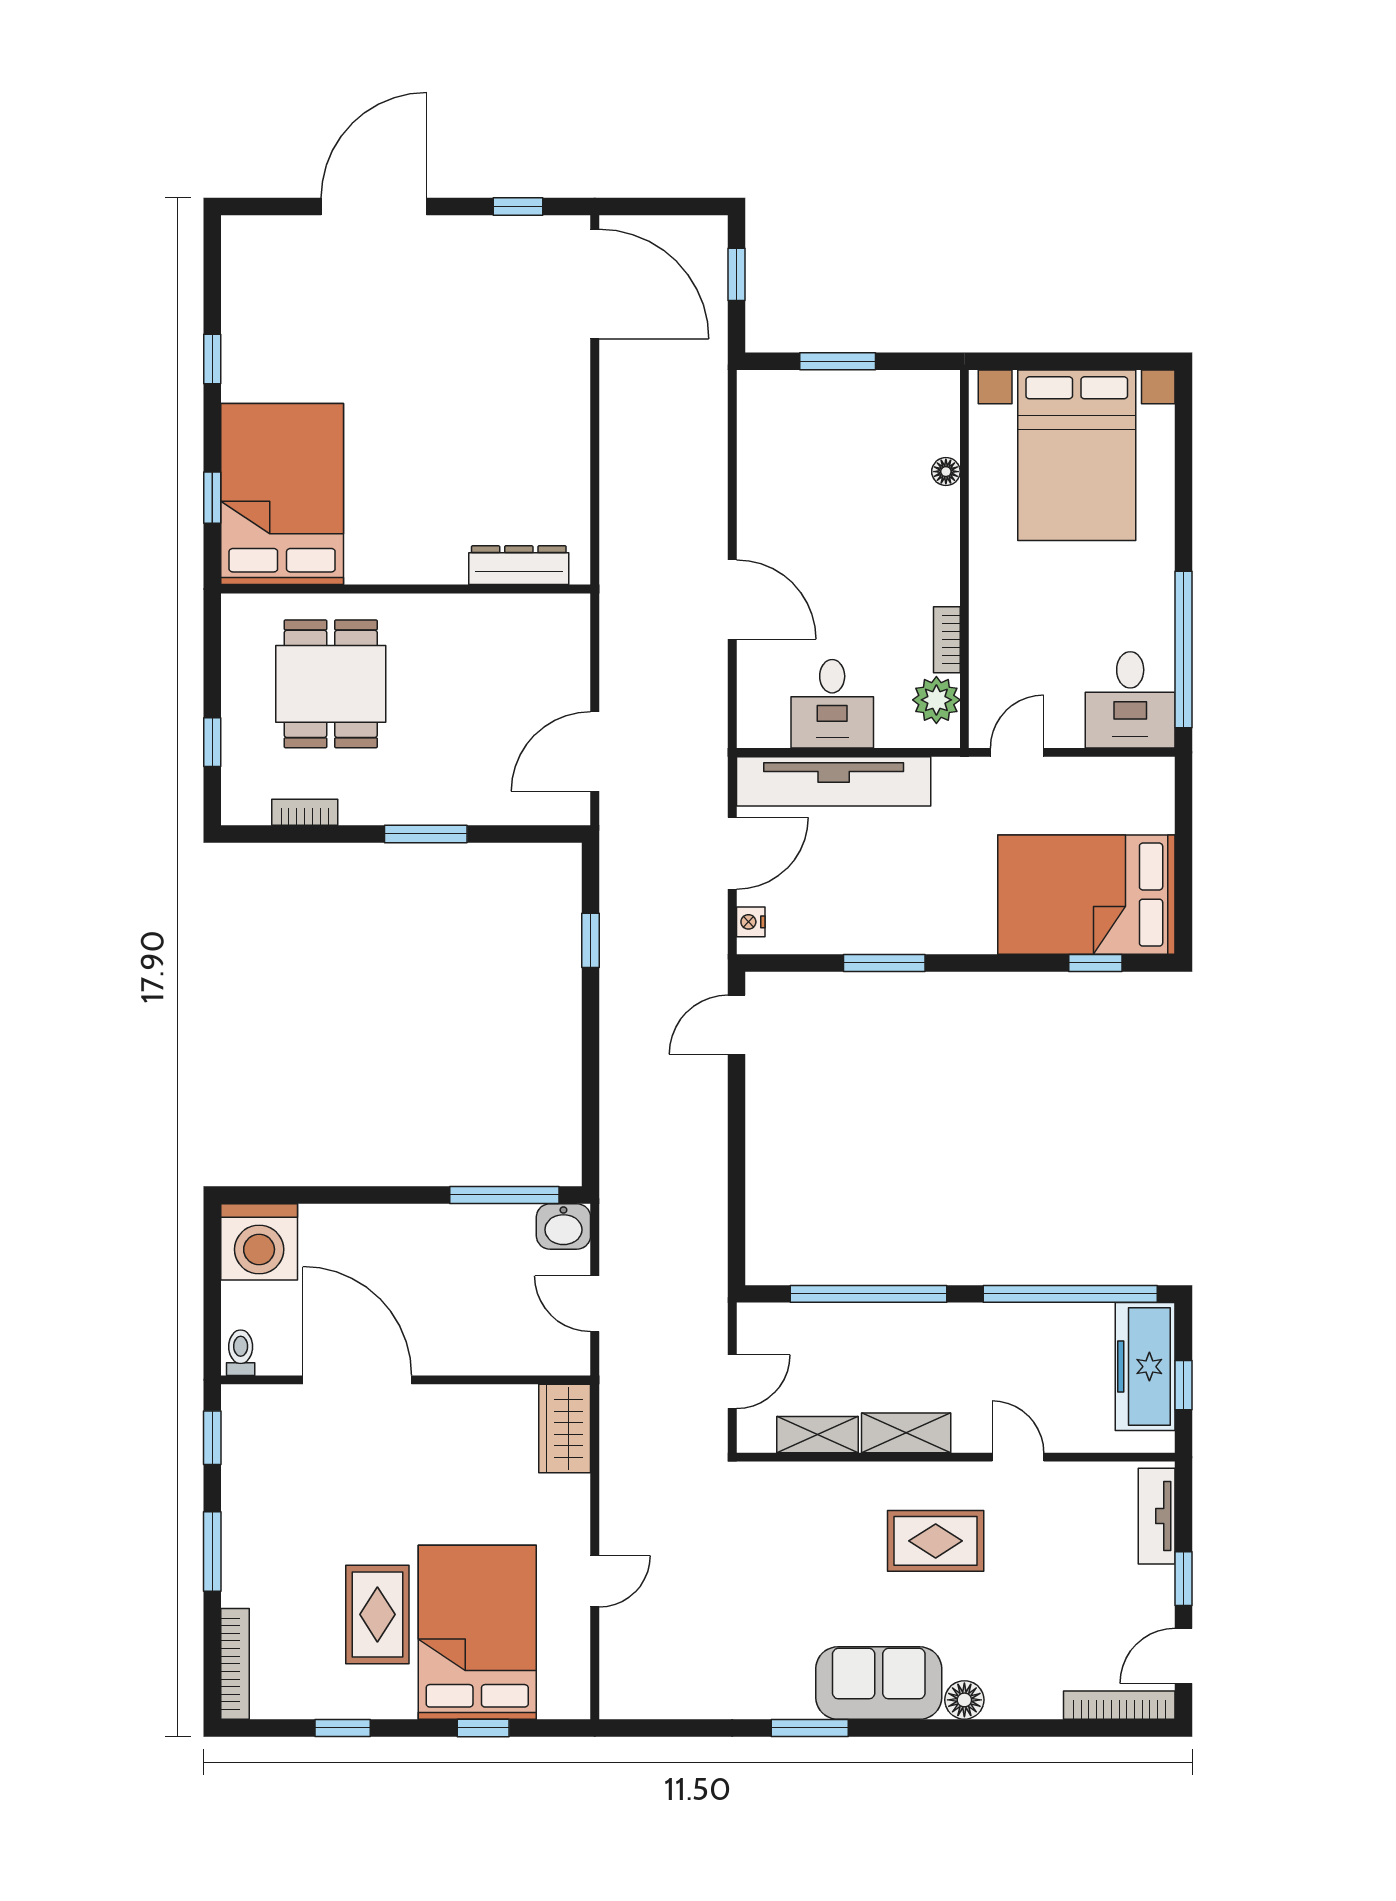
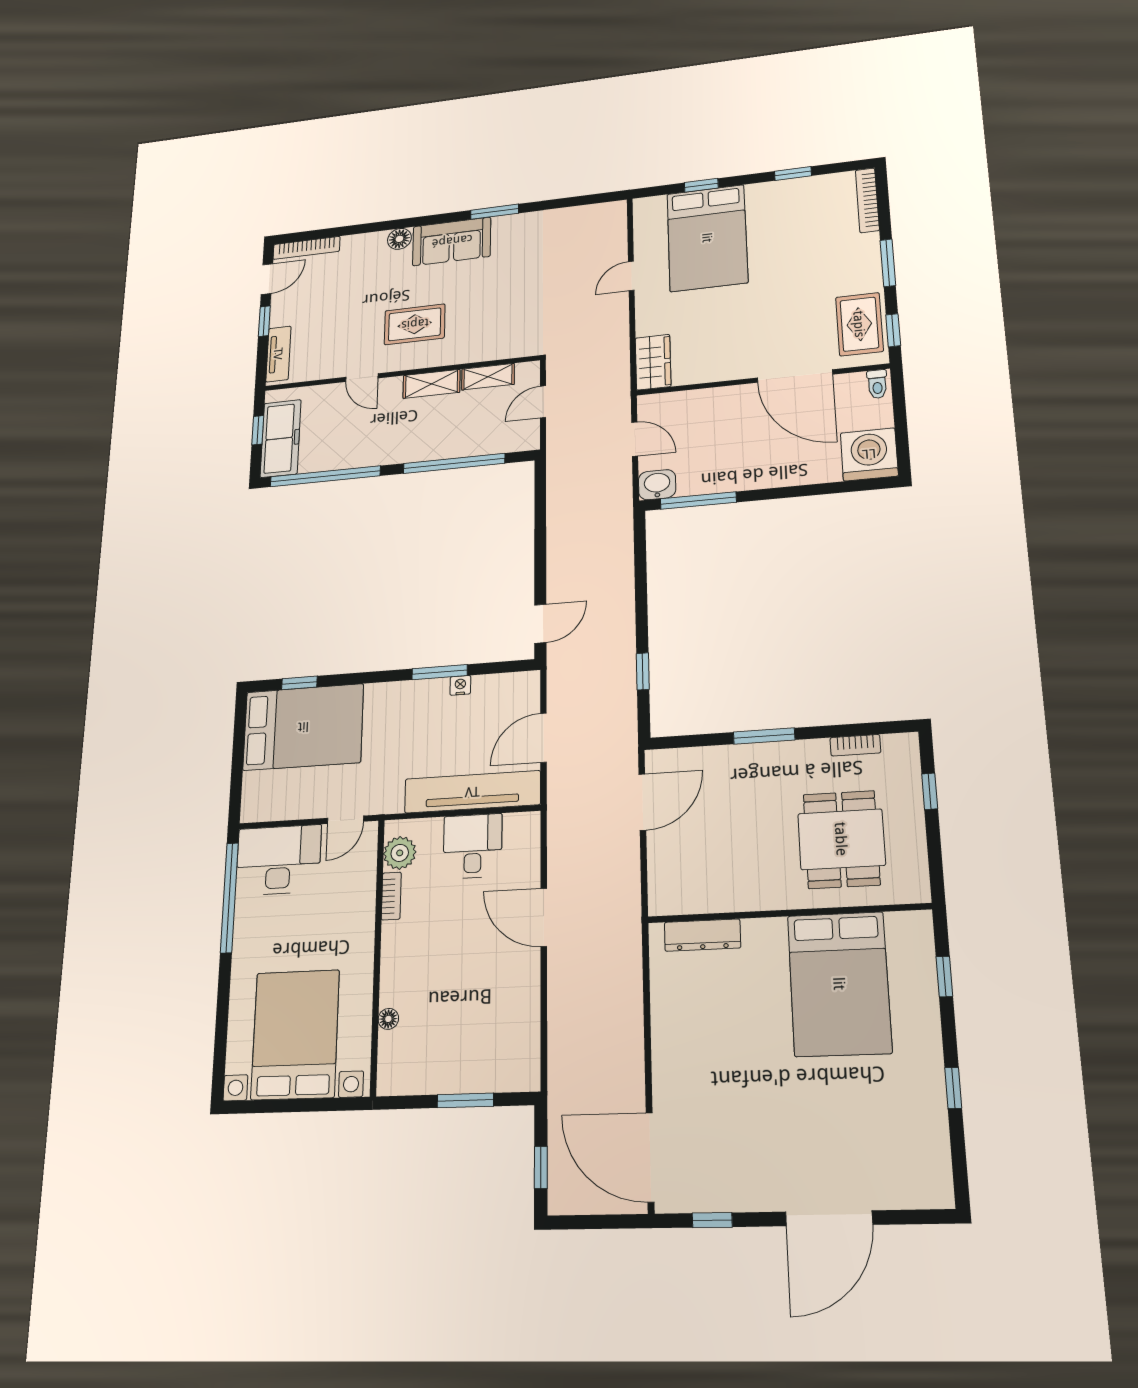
bed: (282, 494) -> (839, 984), moved
desk: (1130, 700) -> (278, 860), width x1.37
nightstand: (751, 922) -> (460, 685), moved, turned -90
rug: (377, 1614) -> (859, 324), moved

